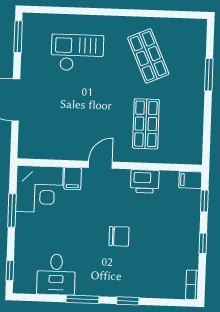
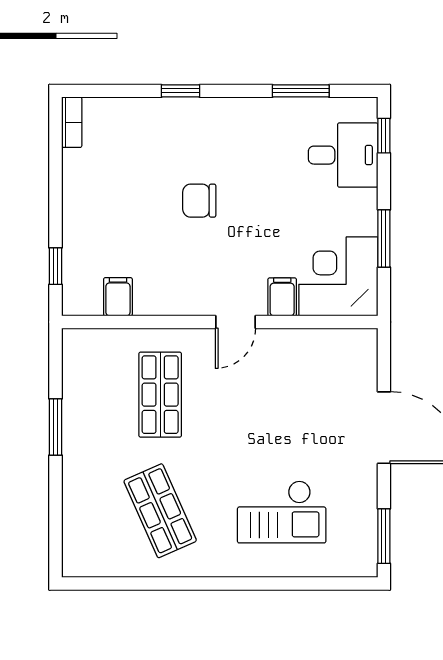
window: (209, 75) -> (56, 427), moved
filing cabinet: (190, 180) -> (118, 297), moved, turned -90
printer: (145, 181) -> (159, 296), removed
window: (203, 243) -> (56, 194), removed
desk: (56, 274) -> (343, 155), moved, turned 90
window: (83, 299) -> (301, 91), moved

